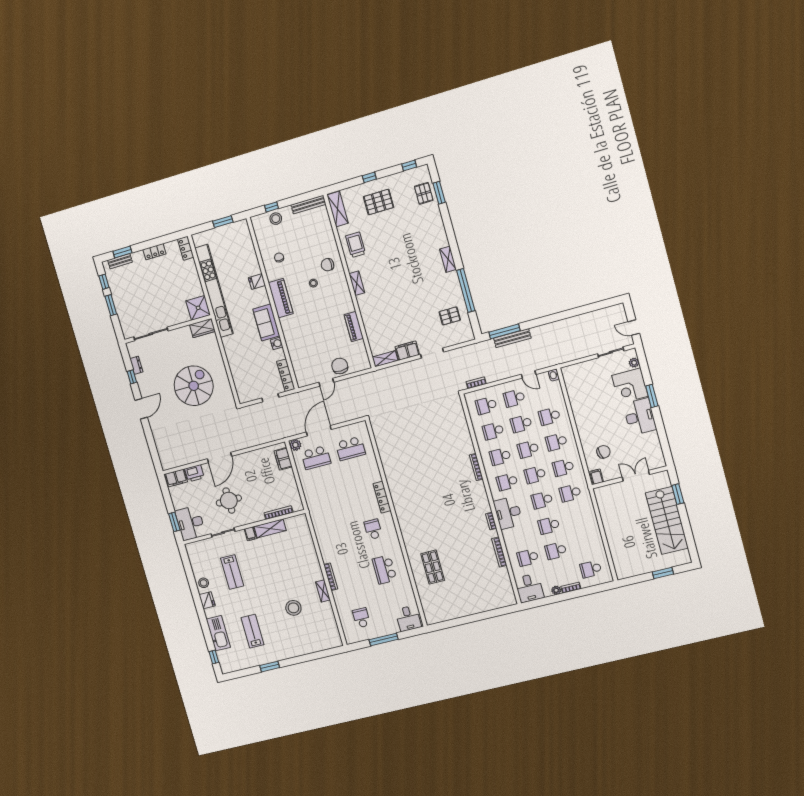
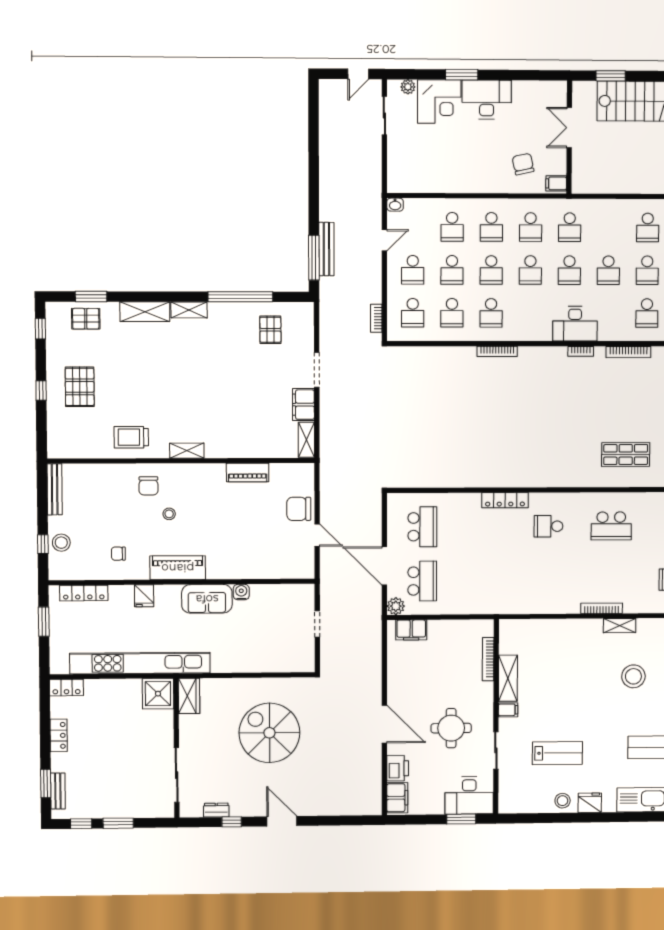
shelving: (338, 209) -> (145, 312), moved
locker: (286, 375) -> (84, 593), moved
school desk: (507, 482) -> (648, 227), moved

